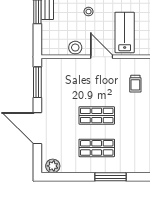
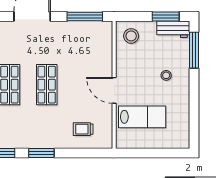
stool: (75, 48) -> (131, 36), moved
door: (102, 57) -> (114, 90), swing flipped

